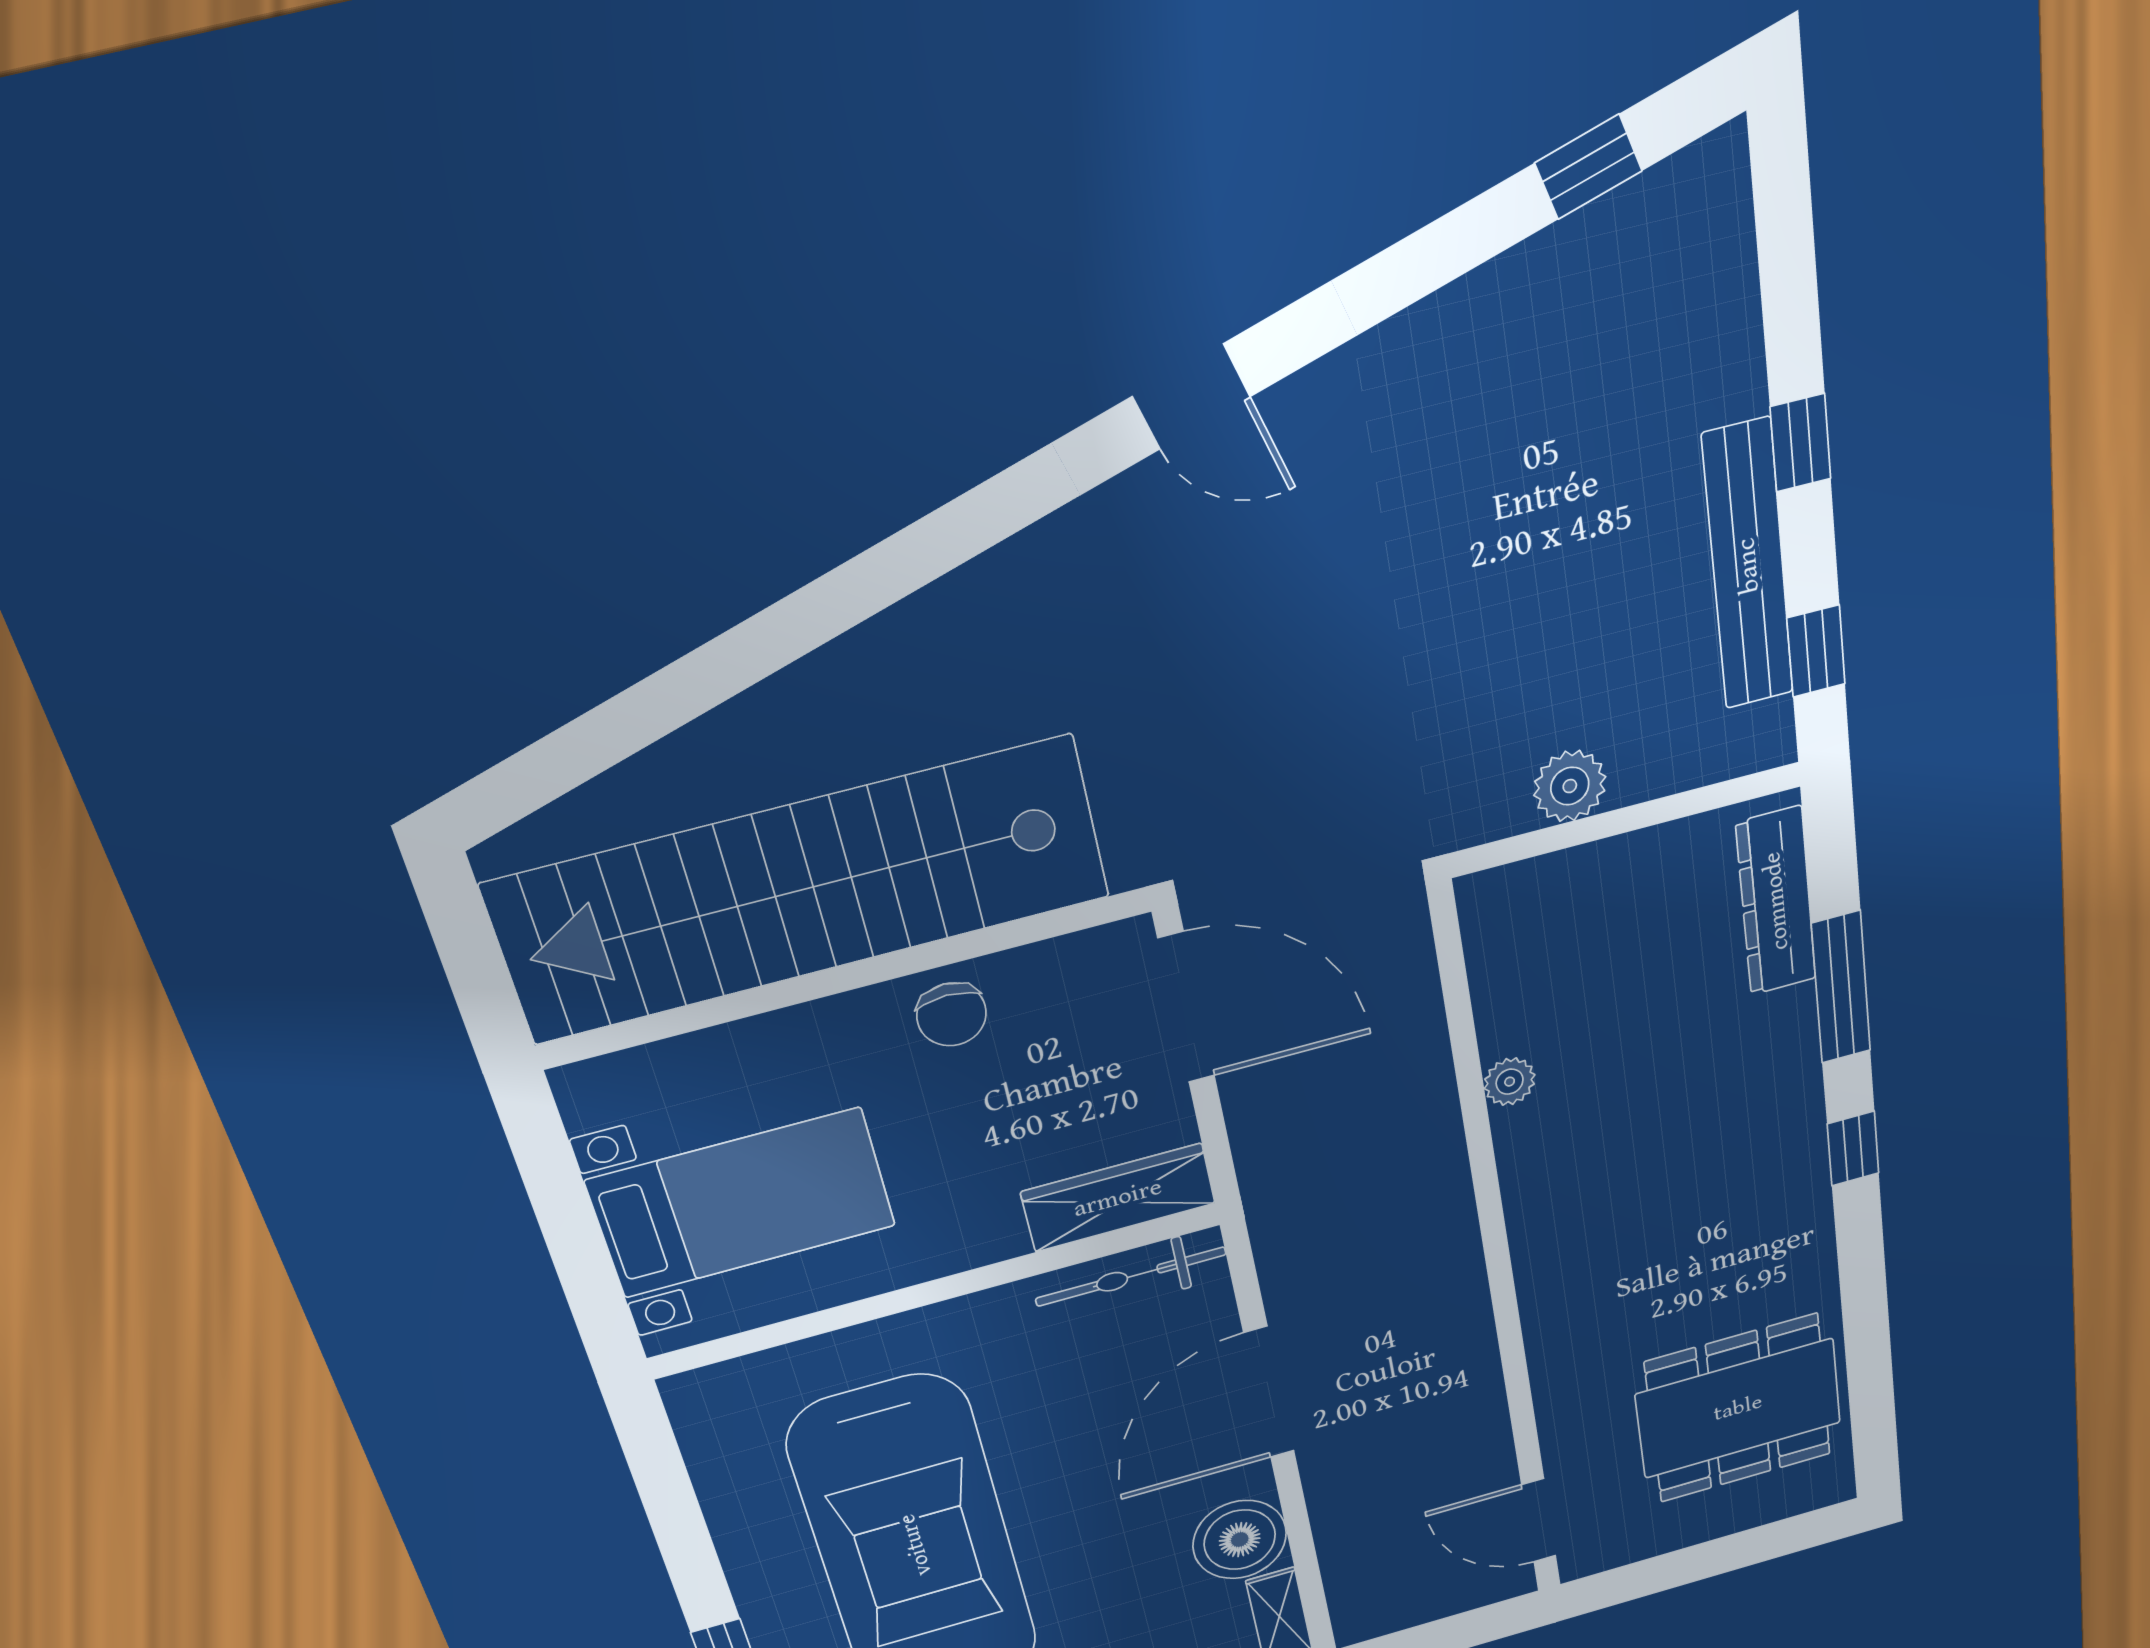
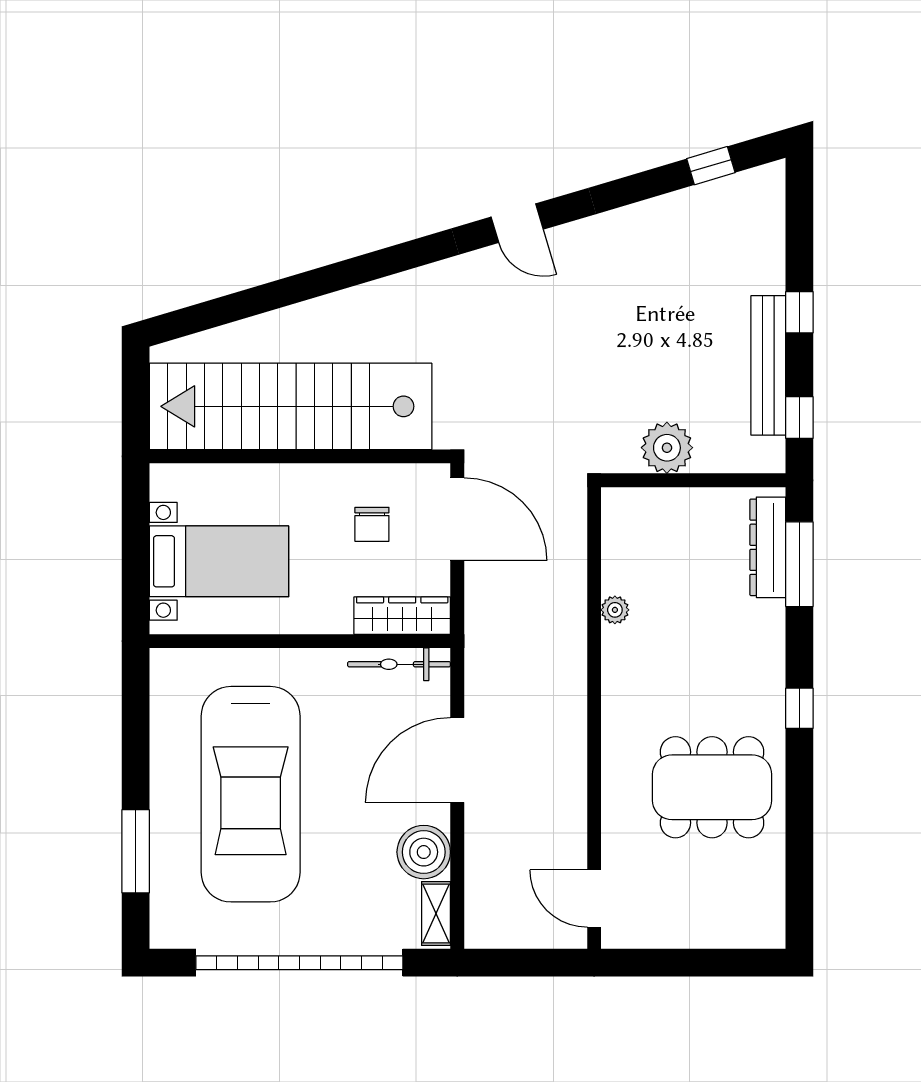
plant: (1570, 786) -> (667, 448), width x1.36, depth x1.36
window: (1841, 987) -> (799, 564), moved
chair: (952, 1014) -> (372, 524), moved
dining table: (1738, 1408) -> (712, 787), moved

